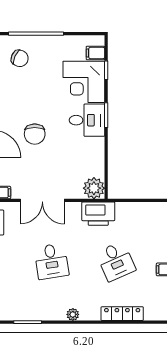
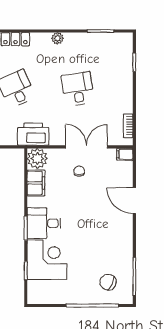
filing cabinet: (95, 53) -> (36, 183), moved, width x2.00
chair: (35, 134) -> (79, 171), moved, width x0.54, depth x0.54

